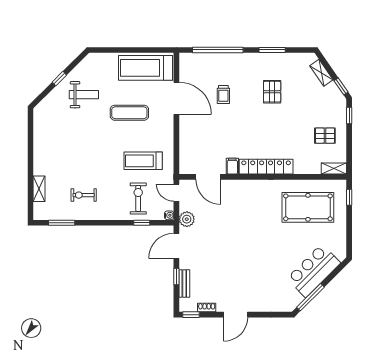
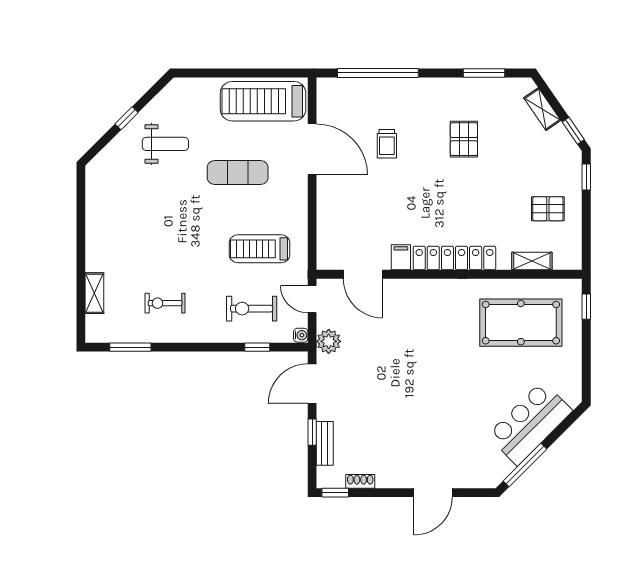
window: (272, 50) -> (484, 73), moved
shelving: (334, 169) -> (532, 261), moved
exercise bike: (138, 198) -> (252, 309), turned -90
door: (236, 315) -> (433, 493), moved

